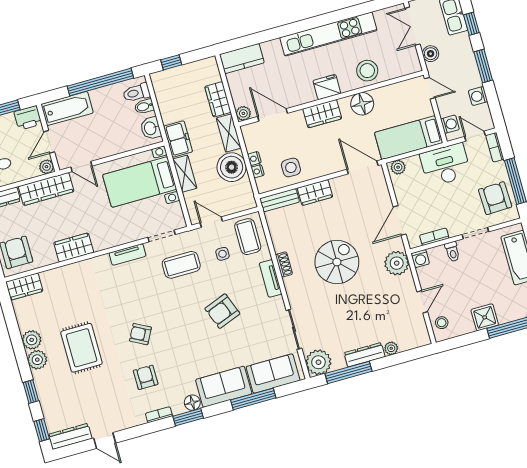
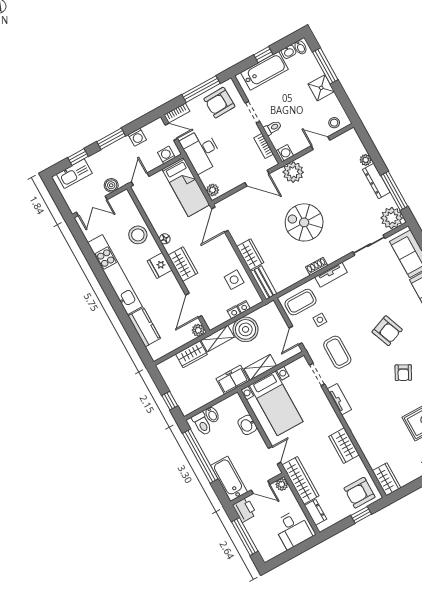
kitchen counter: (242, 59) -> (144, 327), moved
floor lamp: (362, 104) -> (165, 239), width x0.53, depth x0.53
washbasin: (151, 128) -> (247, 425), moved, turned 90
door: (475, 136) -> (171, 132), swing flipped
armchair: (222, 311) -> (387, 331), moved

